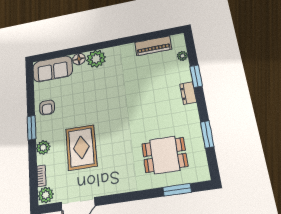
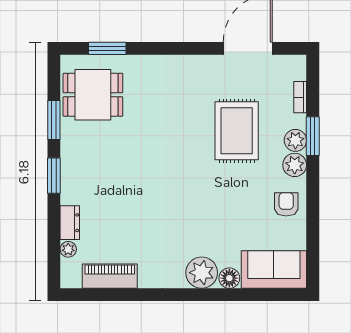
window: (196, 76) -> (54, 176), moved
dresser: (188, 93) -> (70, 223), moved
window: (32, 128) -> (313, 136), moved
dining table: (165, 155) -> (93, 95), moved
plant: (46, 195) -> (295, 165), moved

